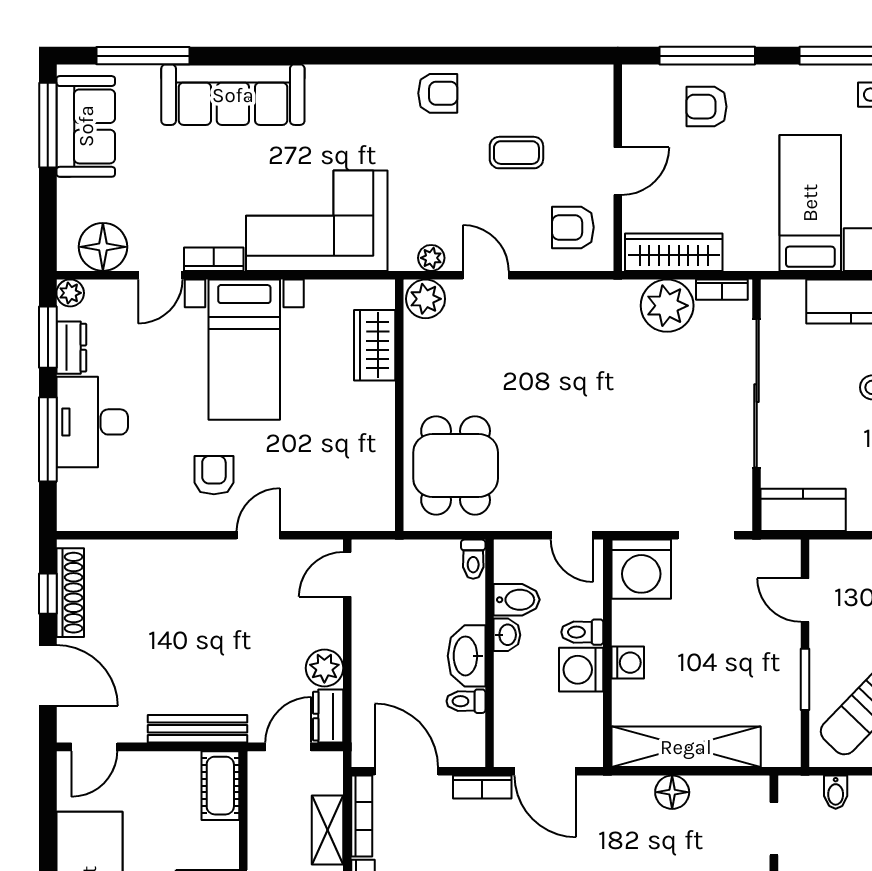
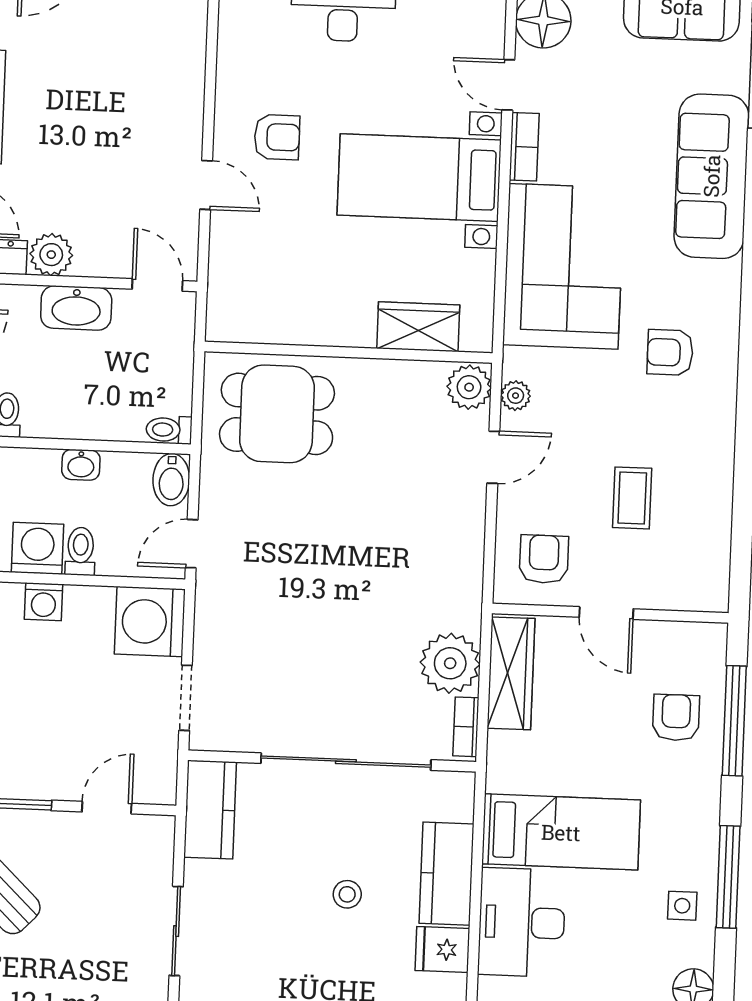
armchair: (438, 93) -> (670, 352), moved, turned 90
bidet: (517, 600) -> (171, 480), moved
washbasin: (467, 656) -> (76, 308), moved, turned 180

